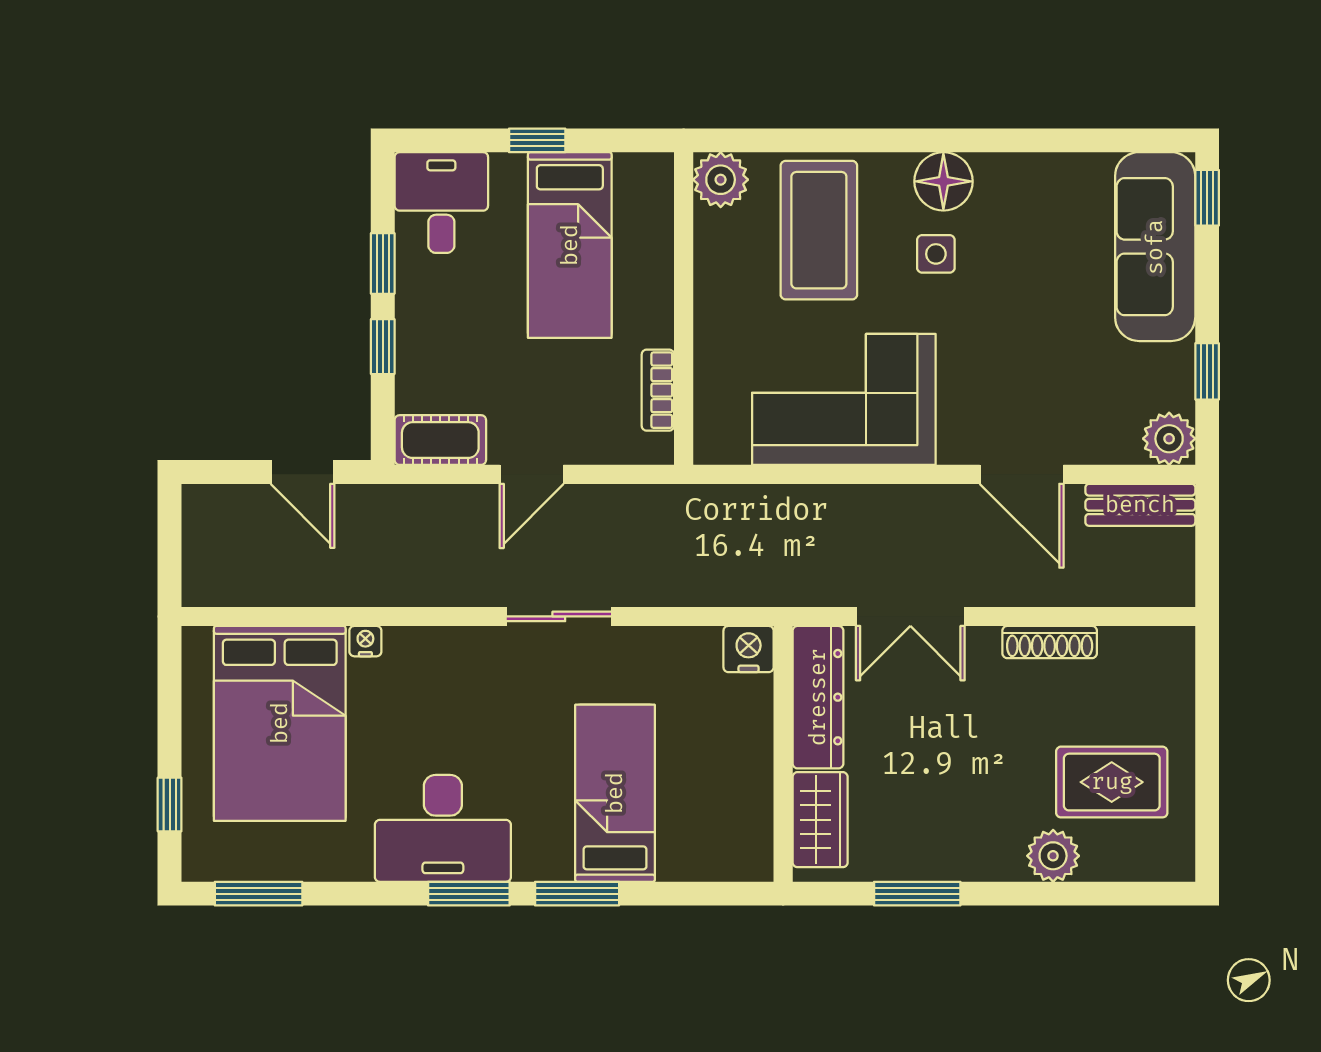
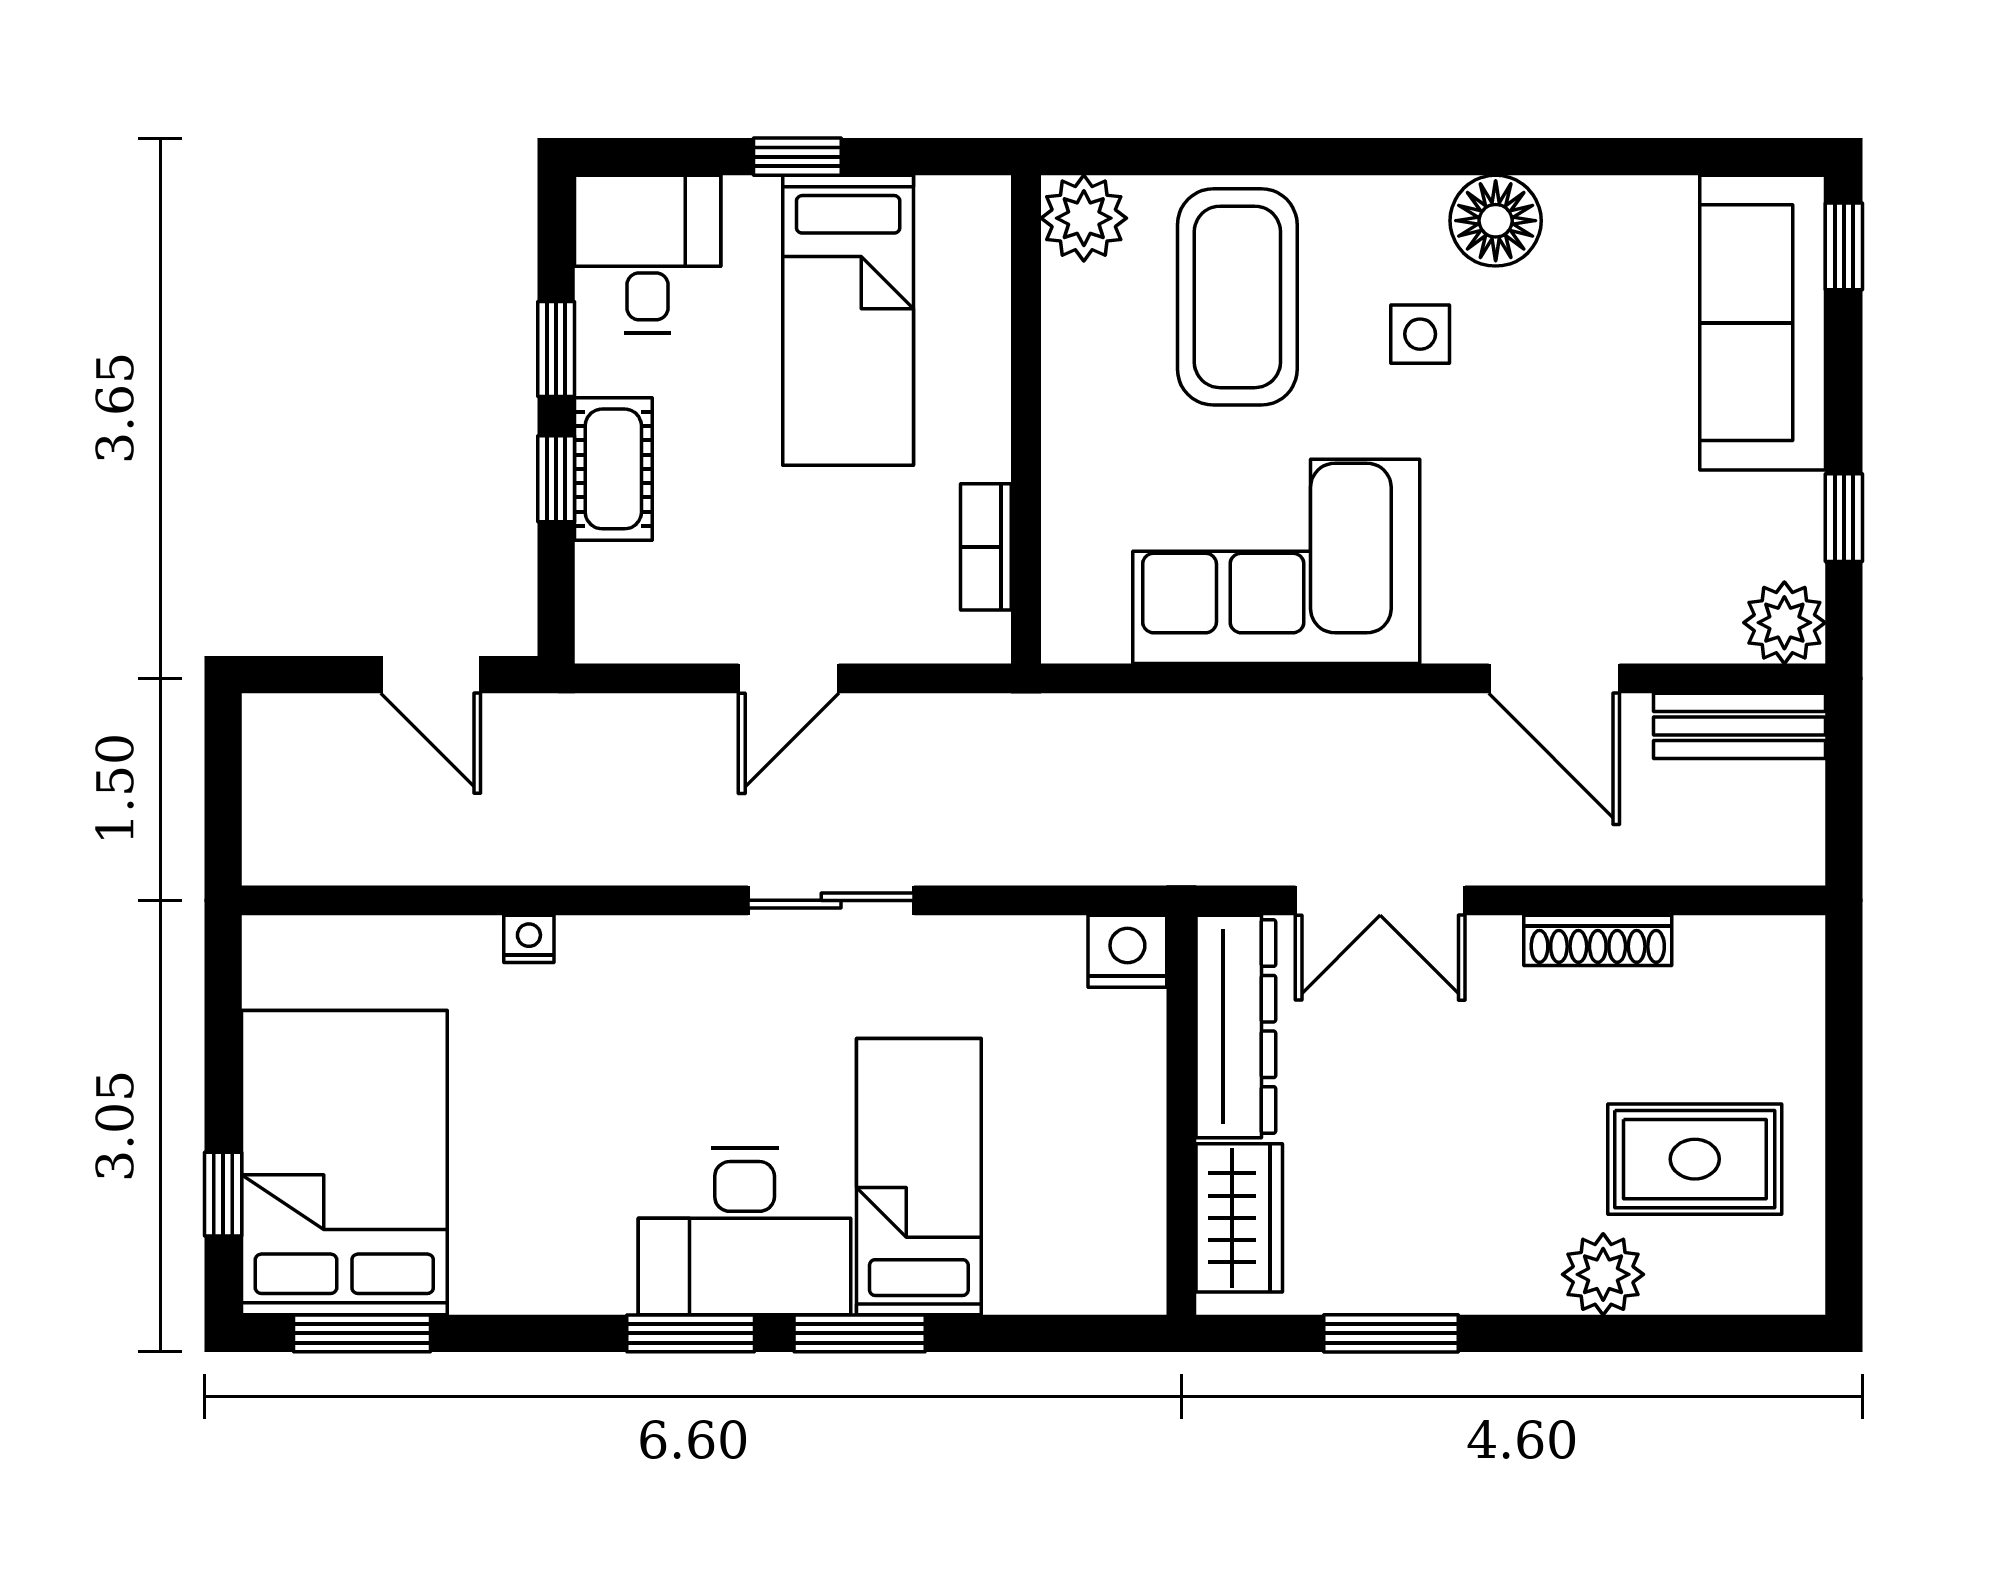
floor lamp: (943, 181) -> (1496, 221), moved
cot: (440, 440) -> (613, 469), moved, turned 90
bed: (280, 723) -> (344, 1163), moved, turned 180
desk: (443, 828) -> (745, 1231), moved

